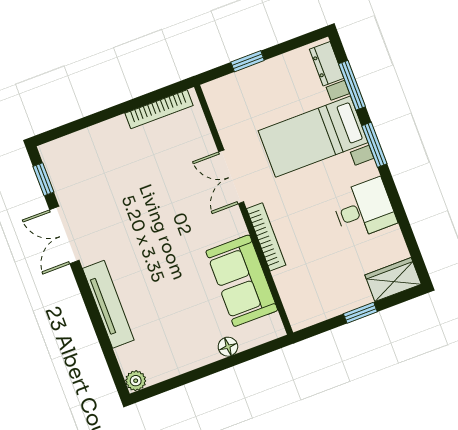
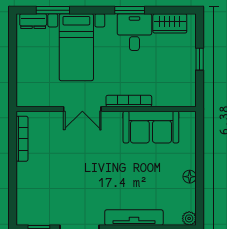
window: (248, 61) -> (13, 71), removed
window: (374, 145) -> (130, 10), moved
wardrobe: (393, 280) -> (170, 23), moved, turned -90
floor lamp: (228, 347) -> (190, 177), moved

